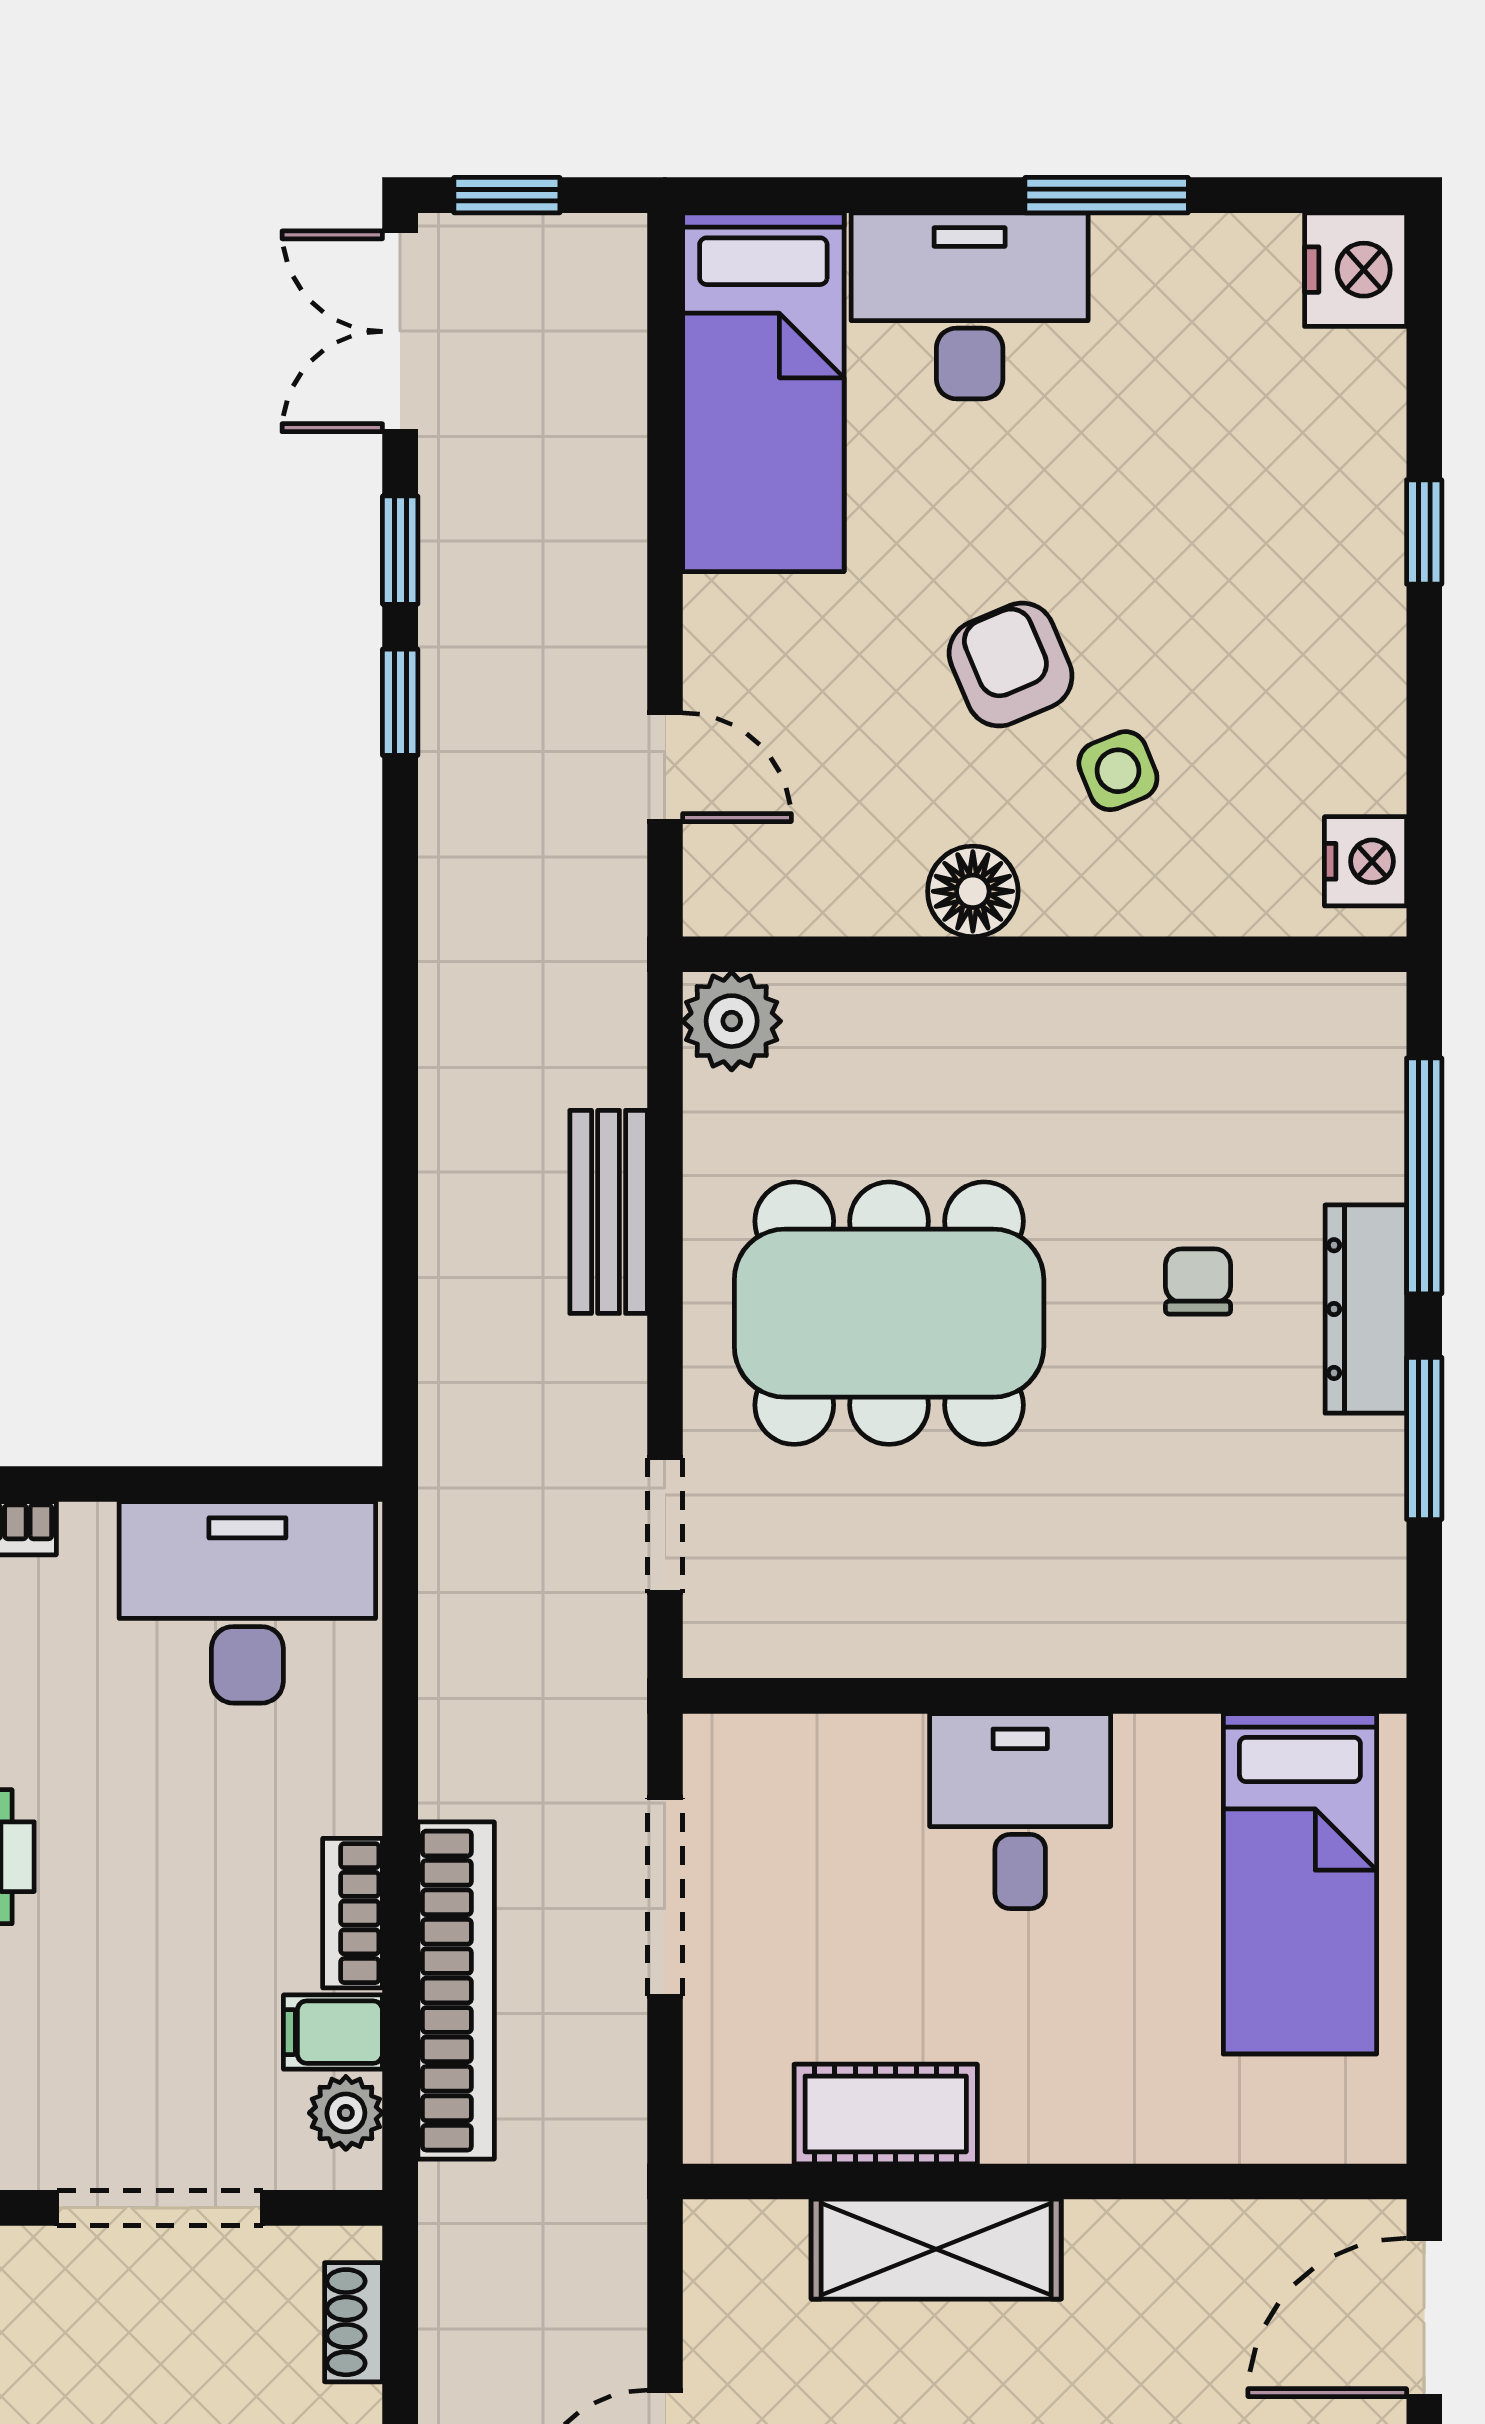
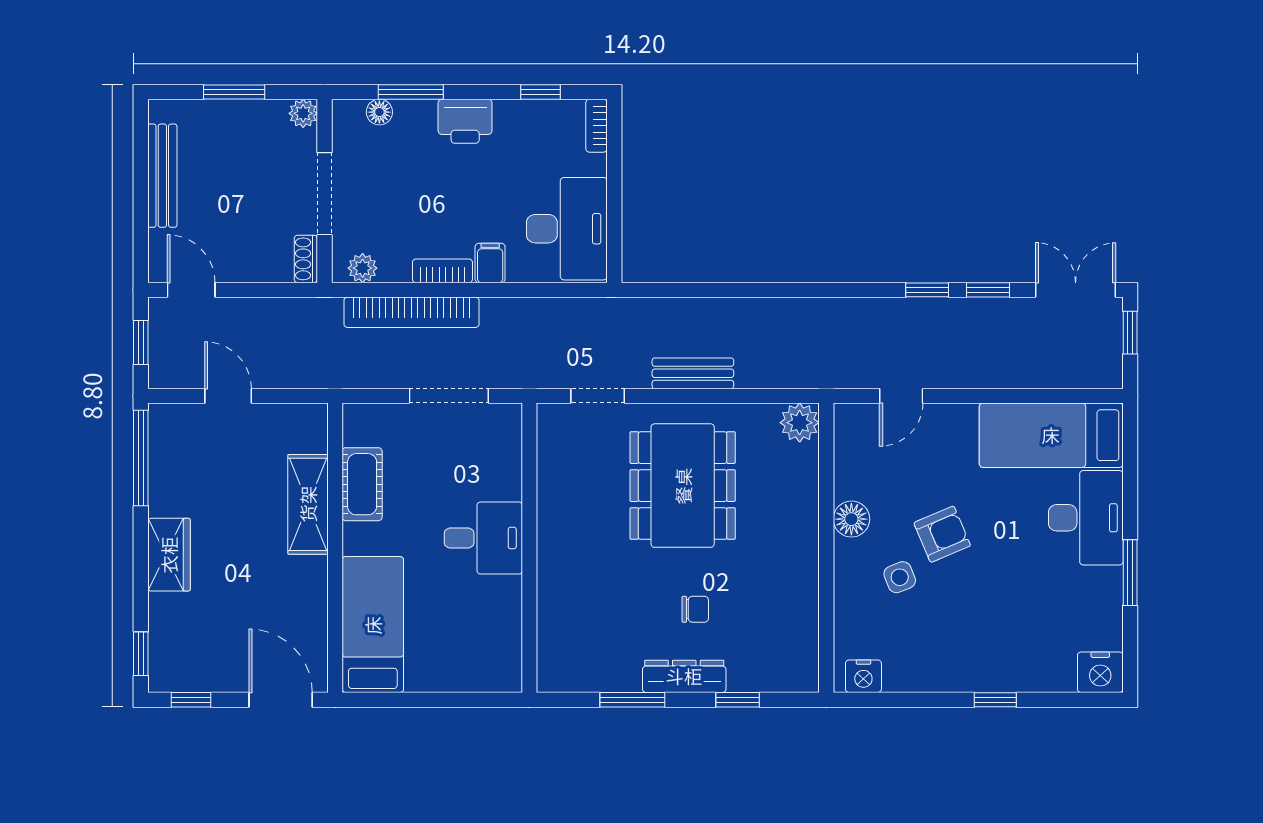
window: (1424, 1176) -> (738, 700), width x0.46
bench: (609, 1212) -> (693, 373), moved
bed: (1300, 1884) -> (373, 625), moved, turned 90
filing cabinet: (333, 2032) -> (490, 263), moved
shoe rack: (354, 2322) -> (306, 259), moved, turned -90

